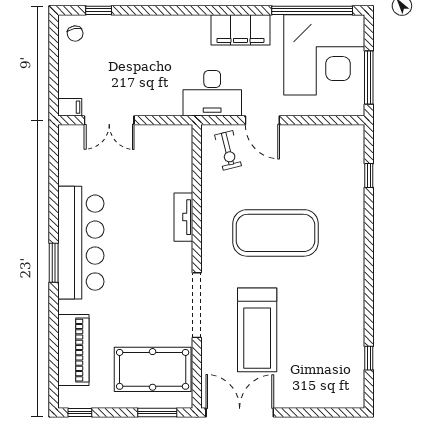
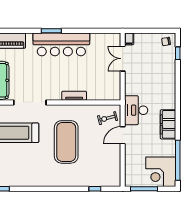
corner desk: (324, 55) -> (161, 172), width x0.74, depth x0.74

